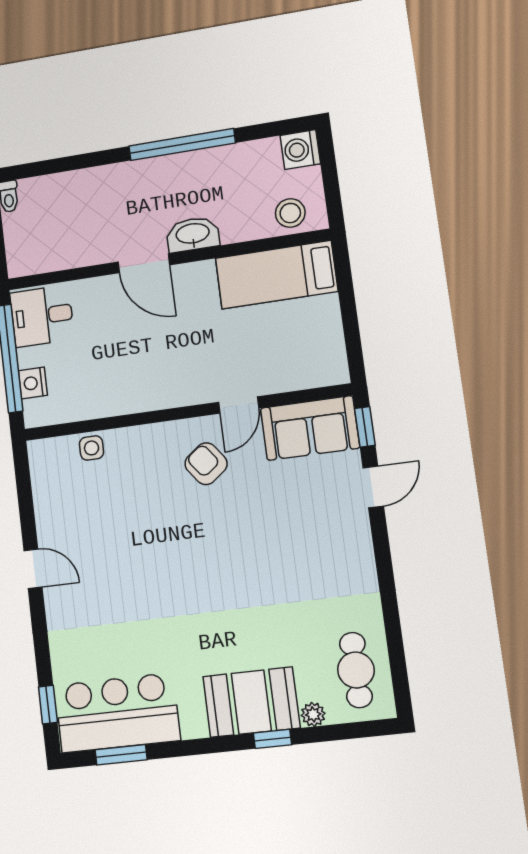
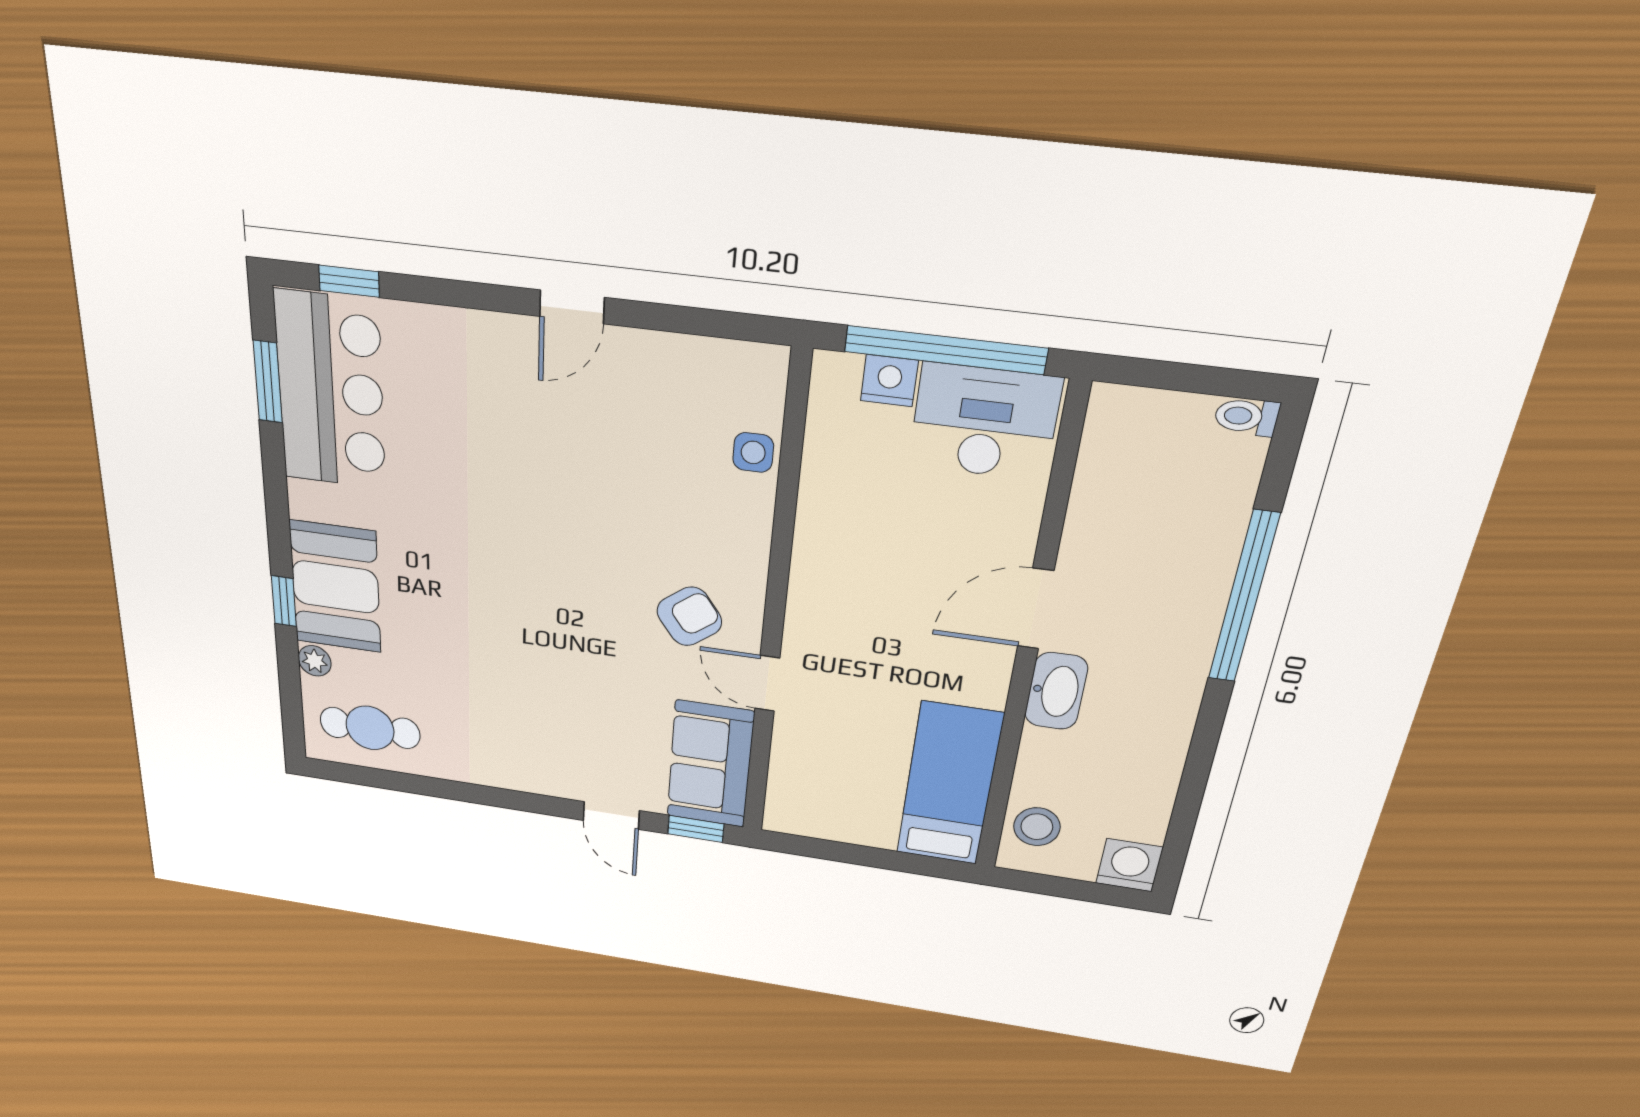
window: (182, 144) -> (1244, 598), moved
desk: (42, 316) -> (984, 422), width x1.37

